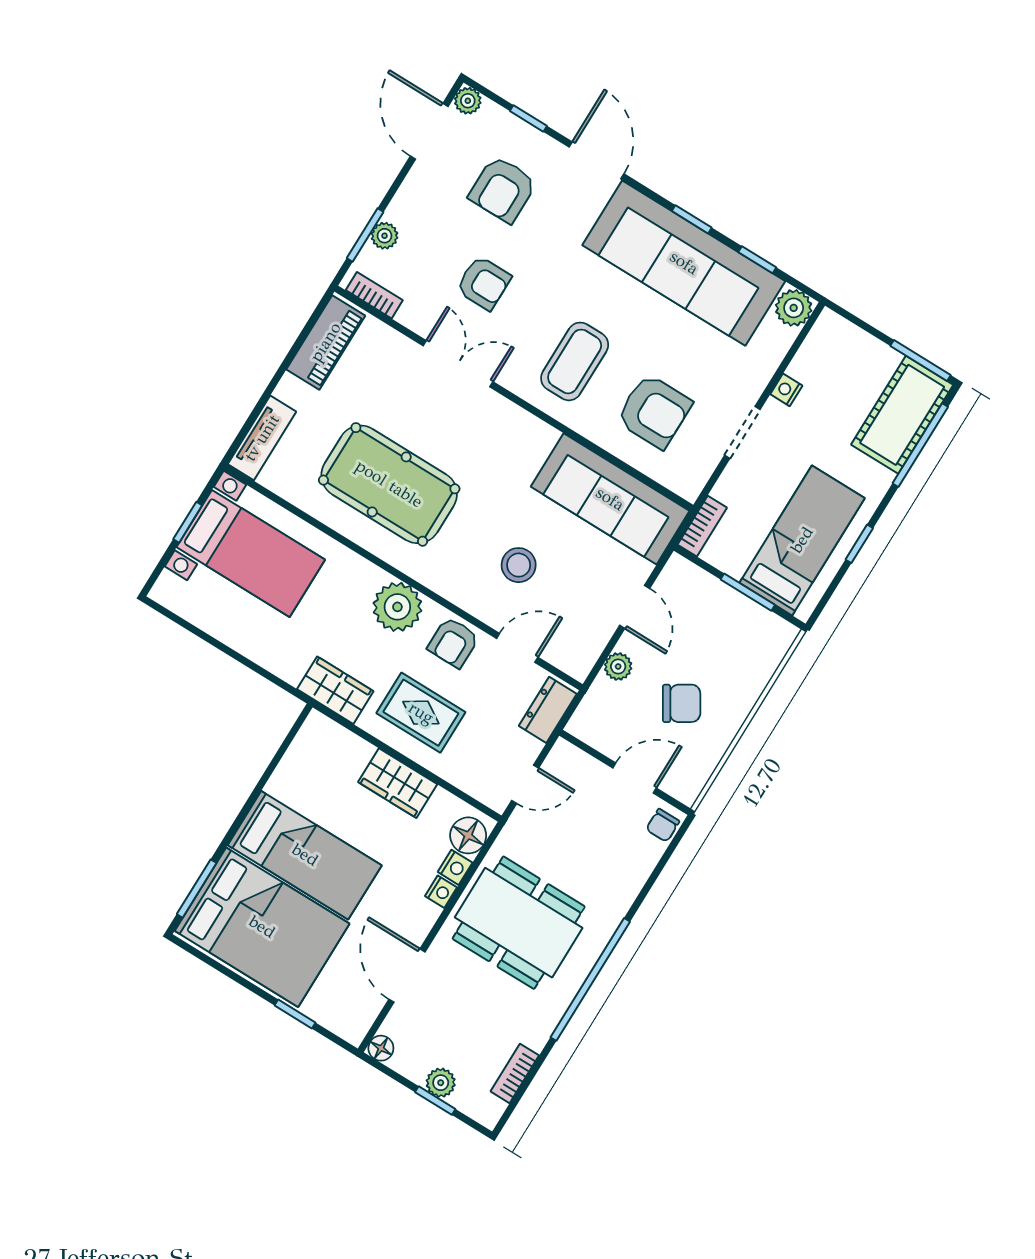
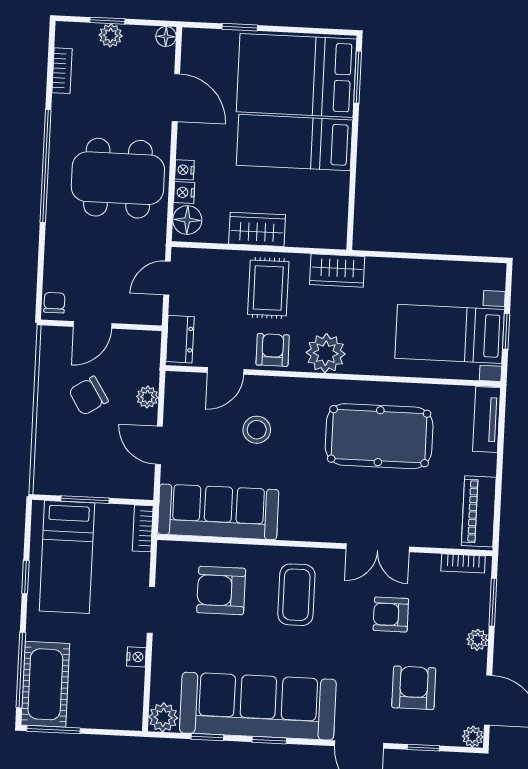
plant: (385, 236) -> (477, 640), moved
rug: (421, 713) -> (268, 288), turned 90

